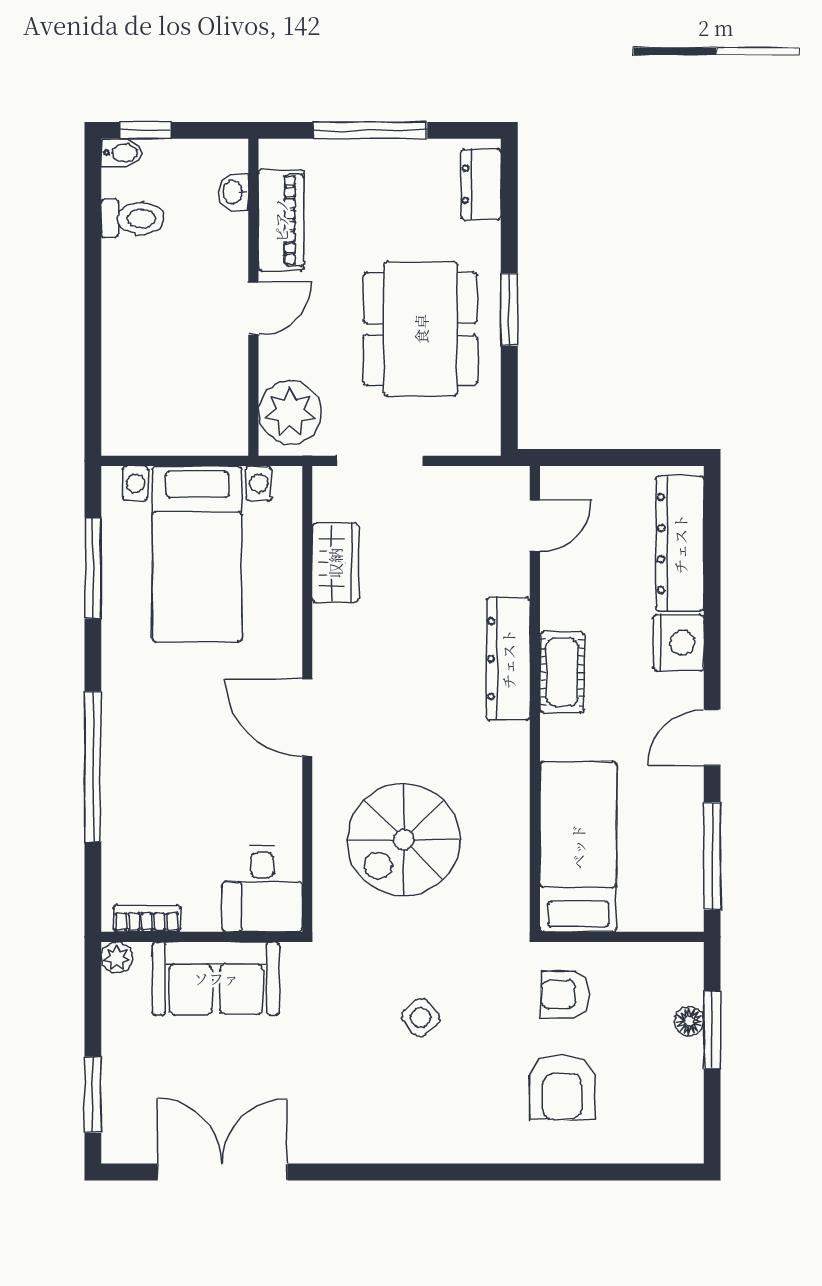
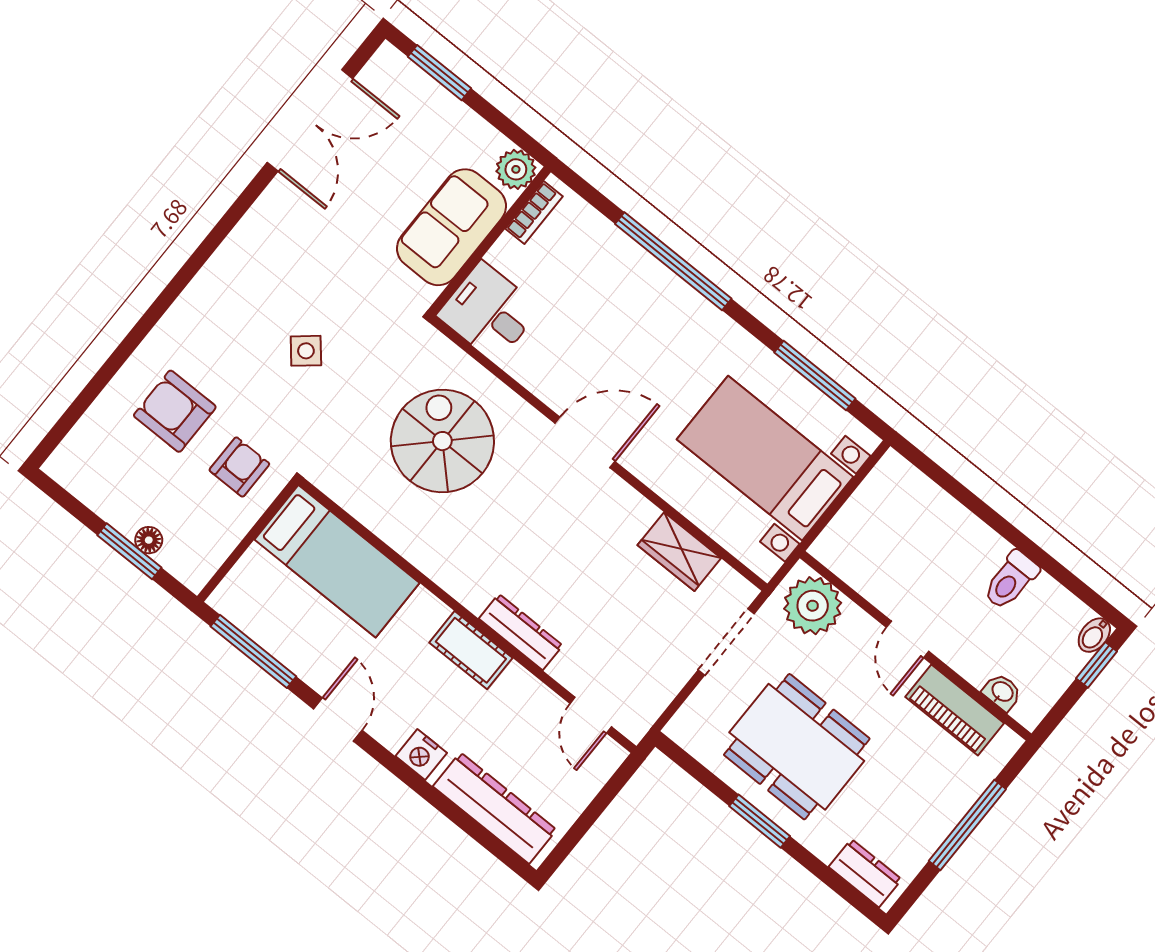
toilet: (132, 218) -> (1011, 580), moved
nightstand: (678, 643) -> (421, 754), width x0.74, depth x0.75
dresser: (508, 659) -> (521, 632), width x0.73, depth x0.80
plant: (117, 958) -> (516, 169), width x1.38, depth x1.38

